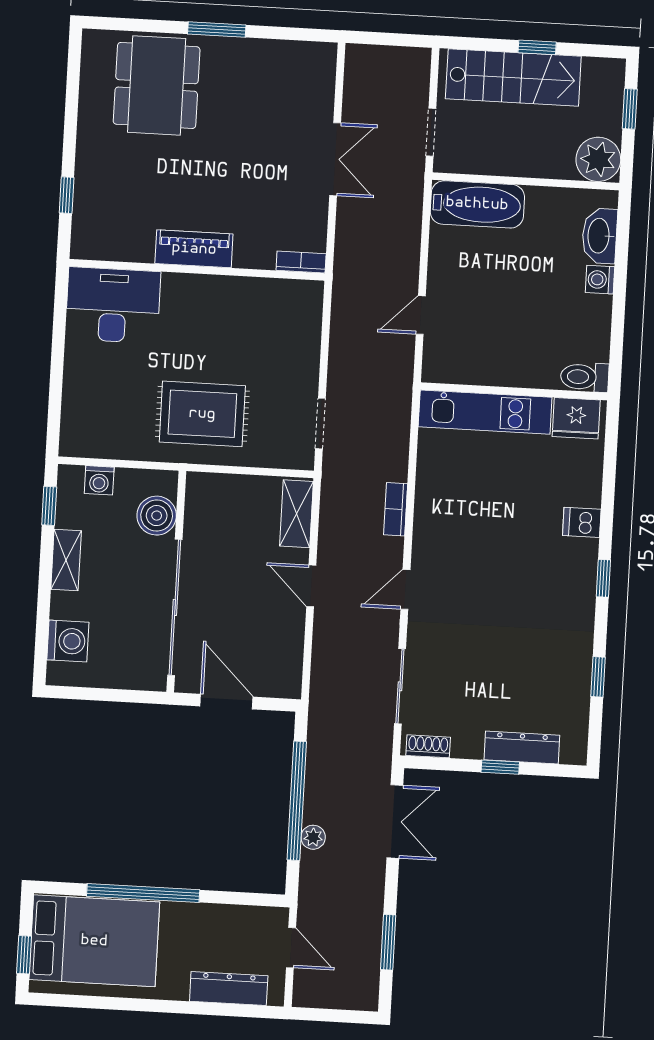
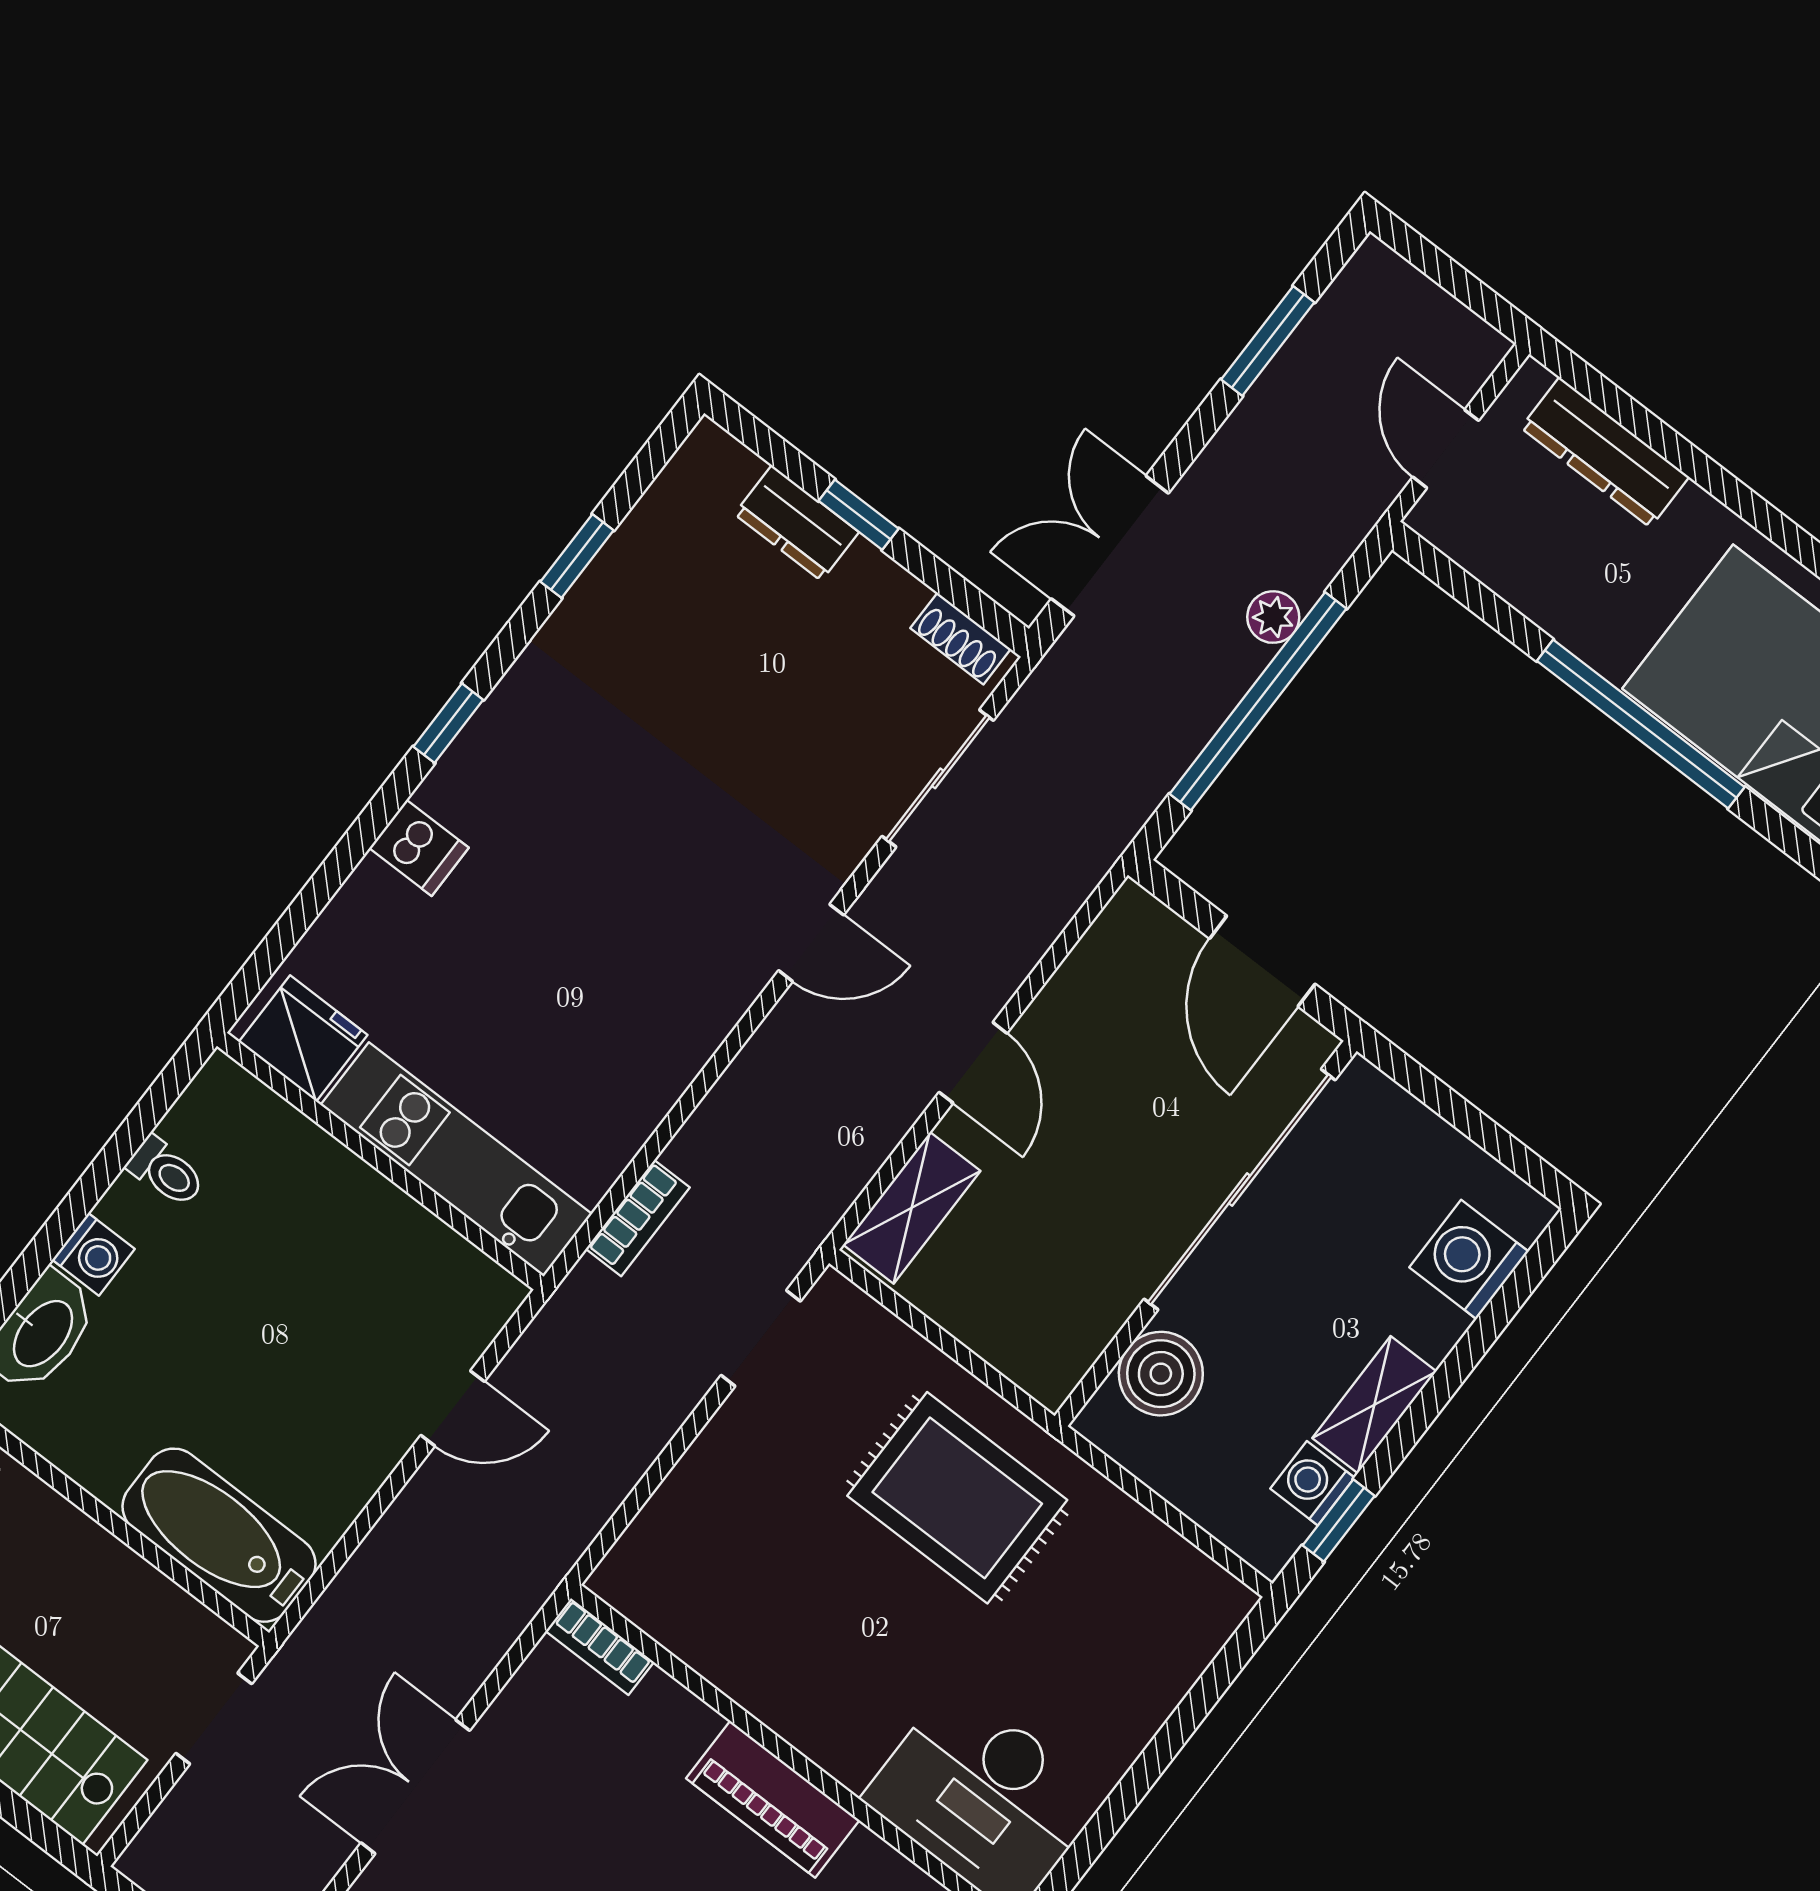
toilet: (585, 377) -> (166, 1172), moved, width x0.73, depth x0.72
washing machine: (99, 480) -> (1312, 1483), moved, turned -90
bookcase: (396, 509) -> (638, 1218), moved
dresser: (522, 748) -> (797, 523), width x0.70

